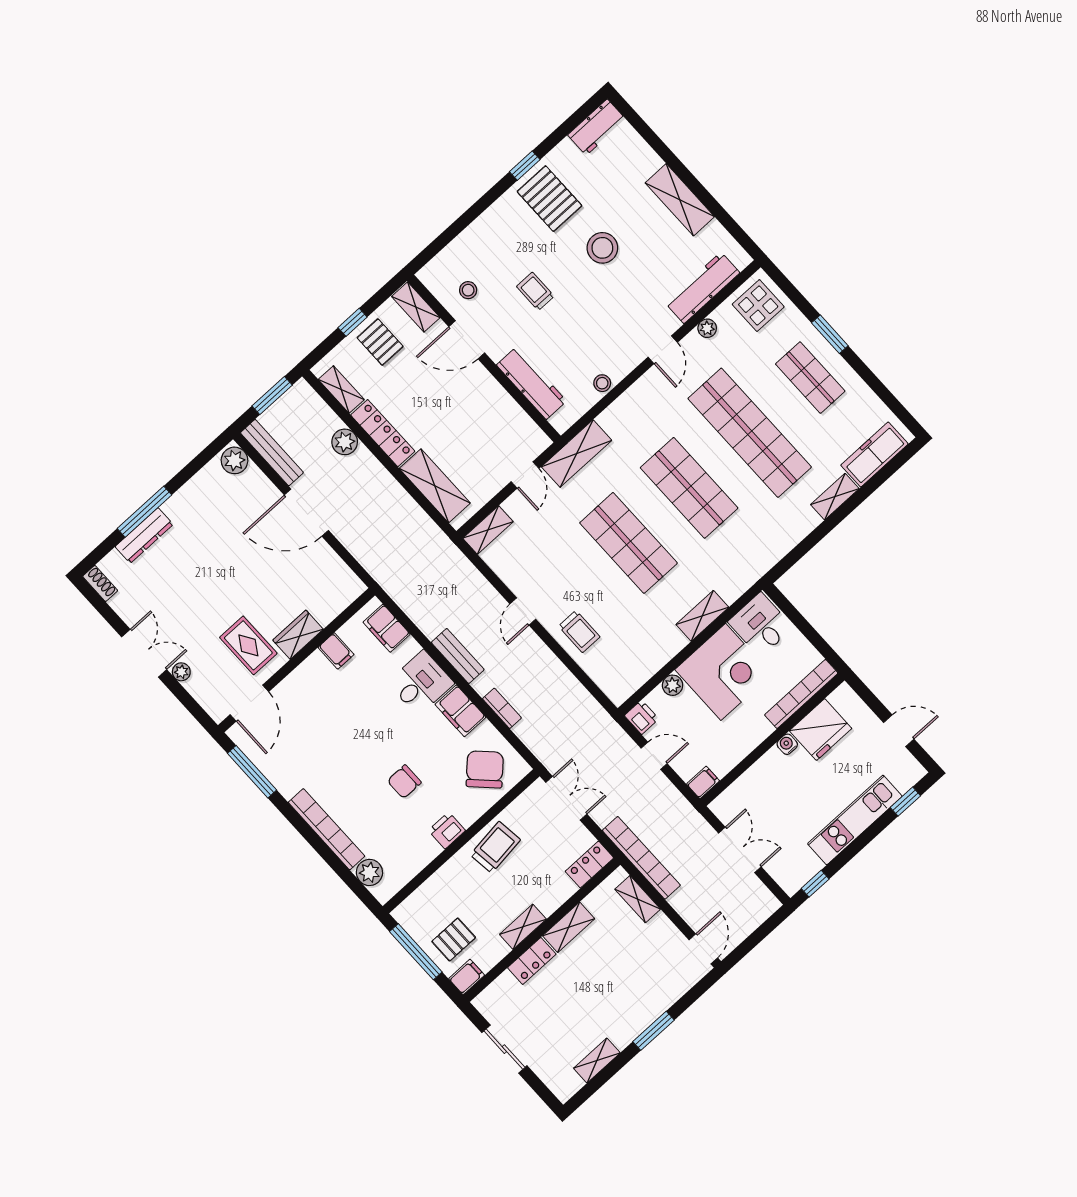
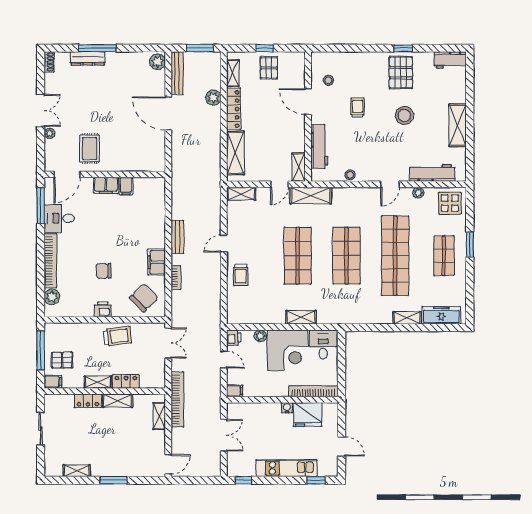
shelving: (416, 307) -> (299, 167), moved
filing cabinet: (387, 628) -> (106, 185), moved, turned -90
wardrobe: (298, 635) -> (116, 164), removed
desk: (421, 683) -> (59, 218), moved, turned 180
locker: (589, 865) -> (126, 381), moved

